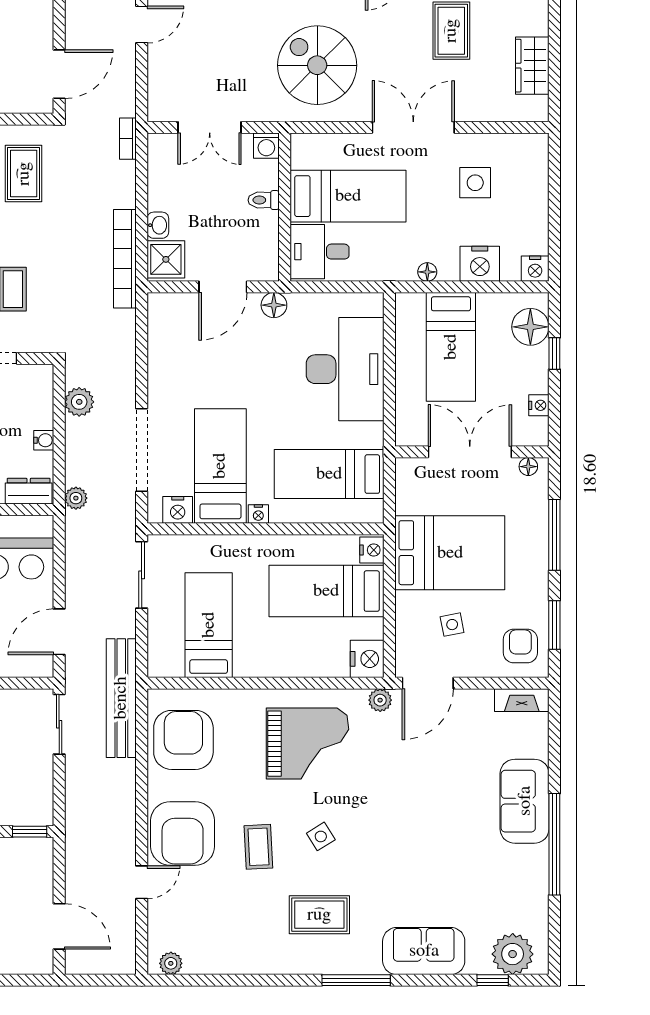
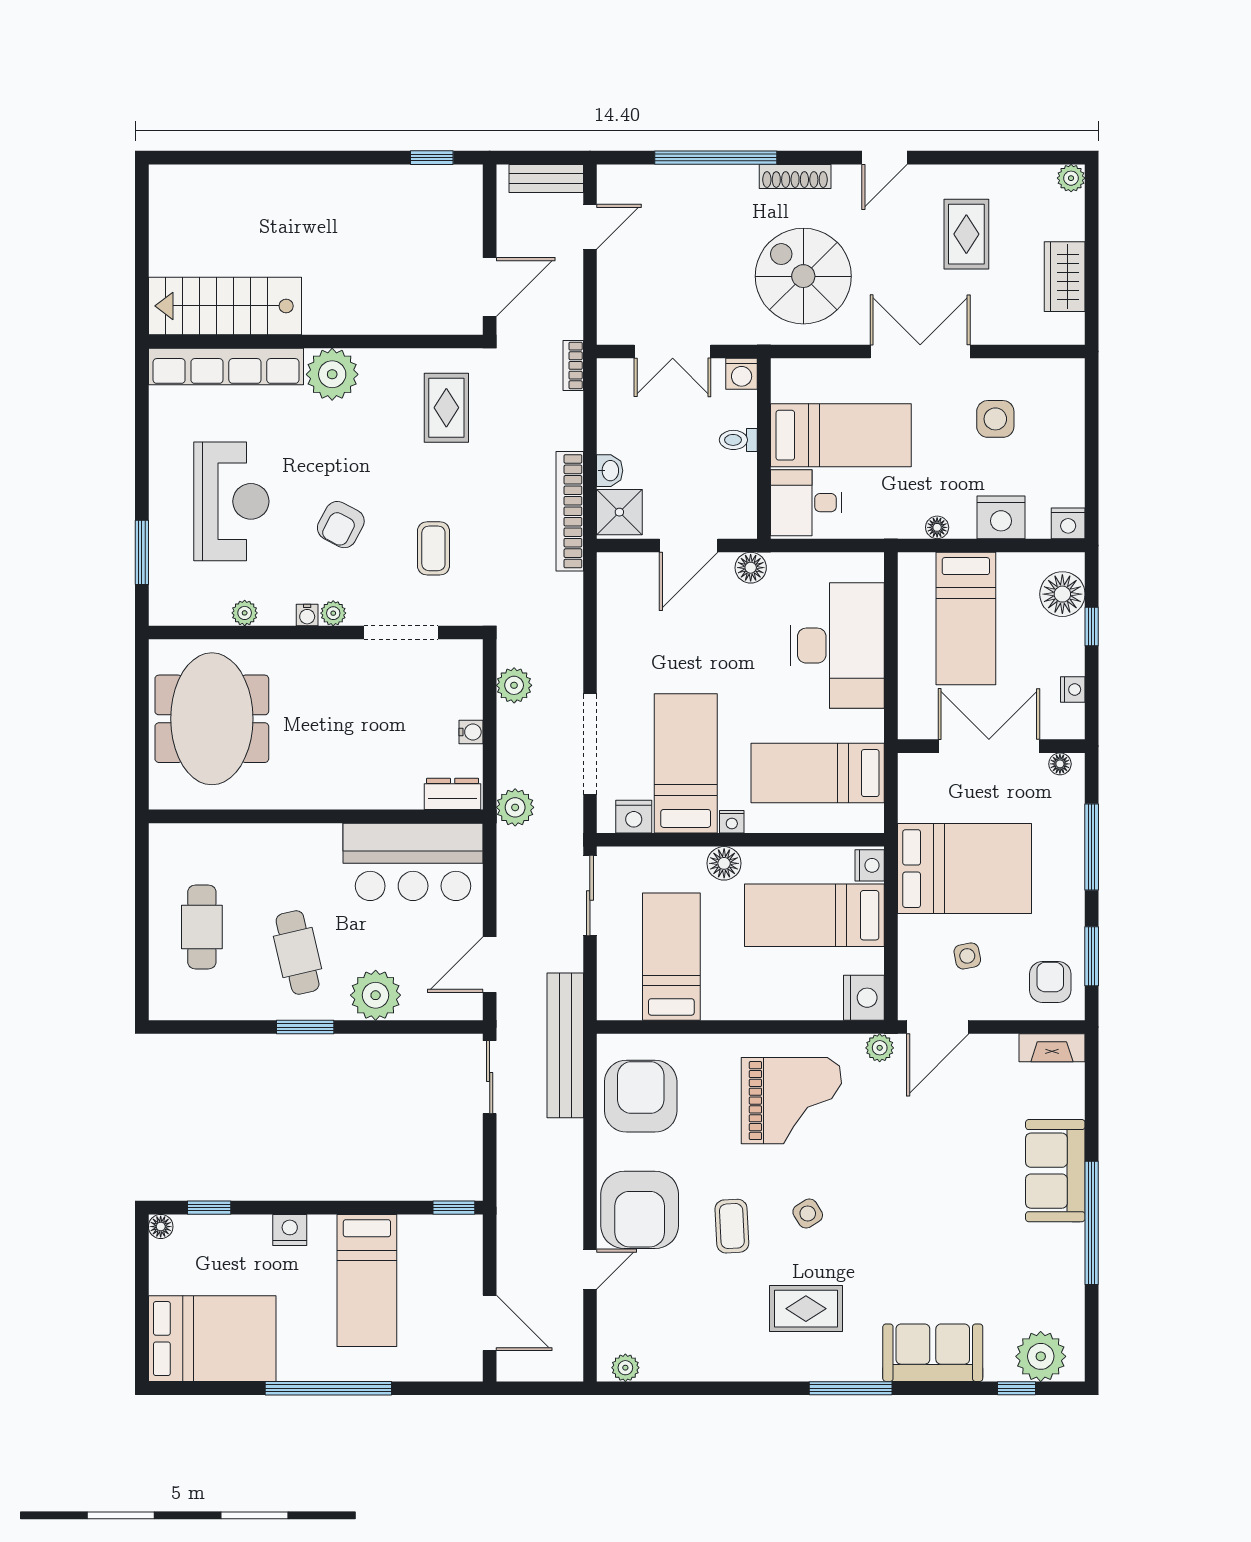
plant: (76, 498) -> (515, 807), width x1.38, depth x1.38
floor lamp: (252, 548) -> (724, 863), added

